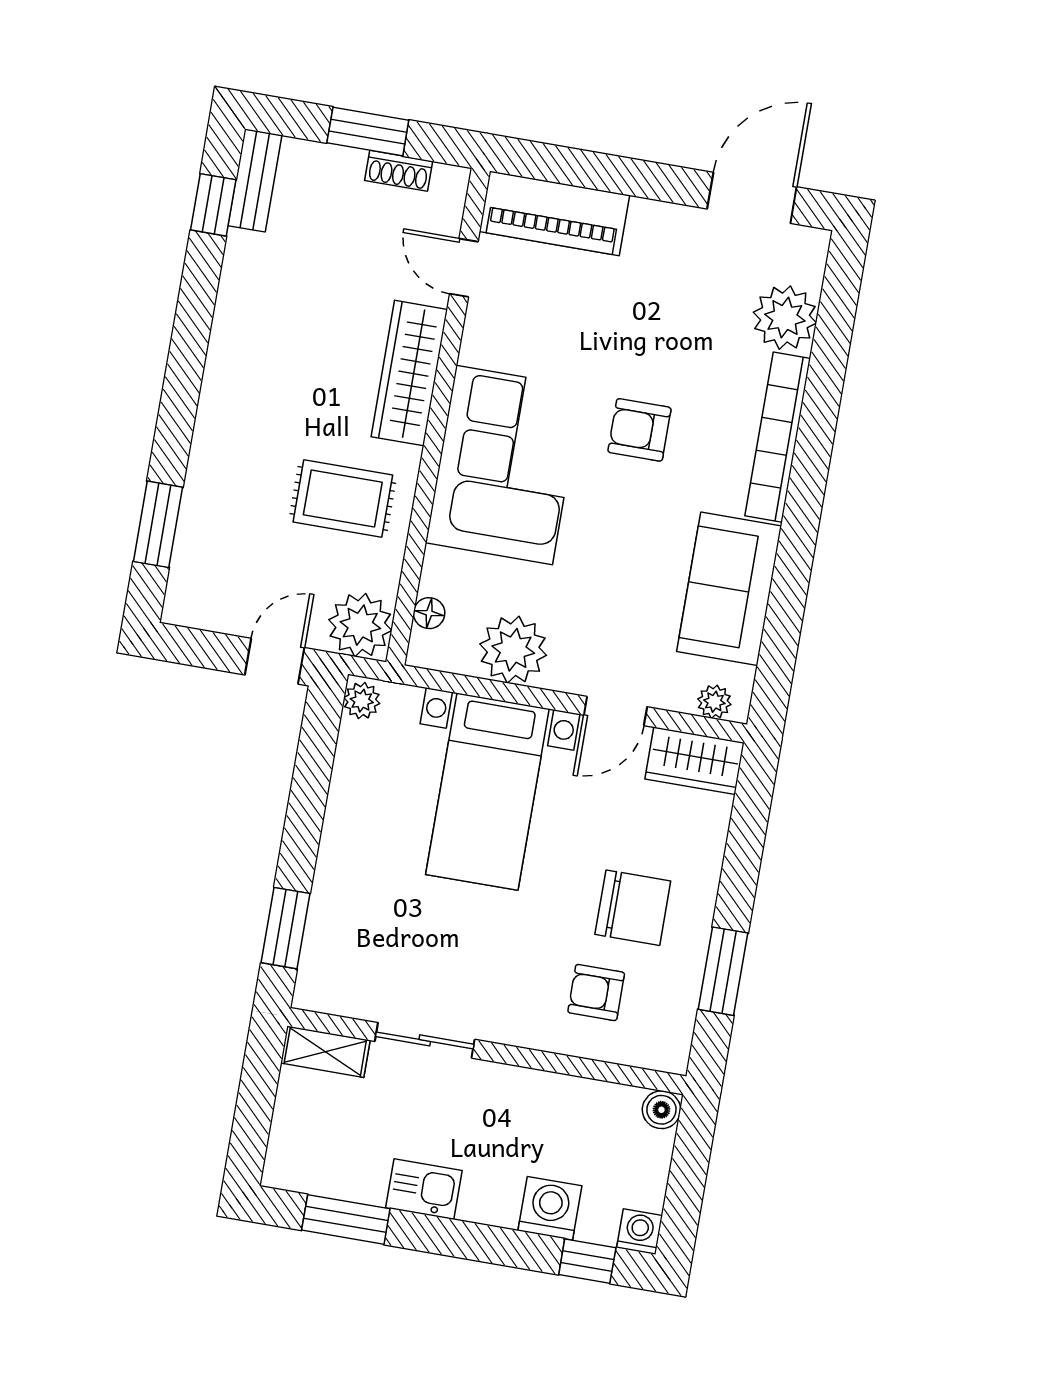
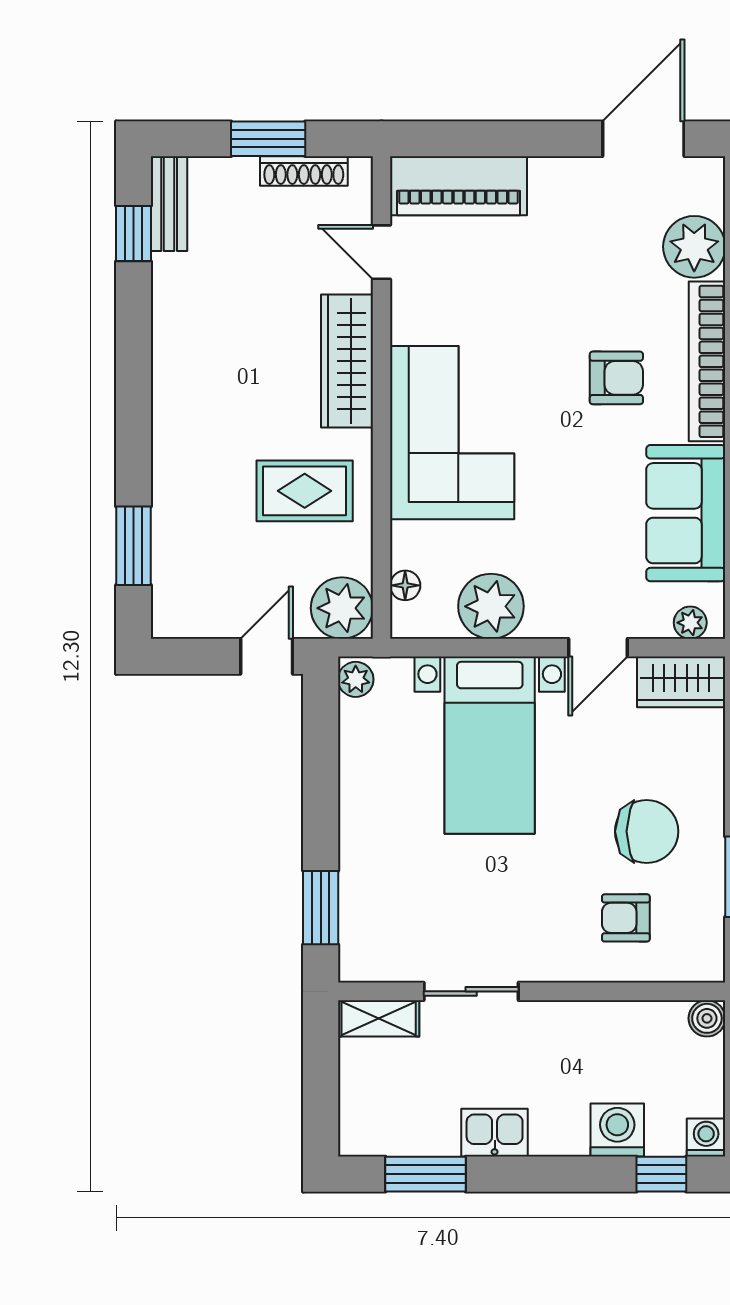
shoe rack: (399, 171) -> (304, 171), width x1.43
armchair: (639, 430) -> (616, 378), moved, turned 180

